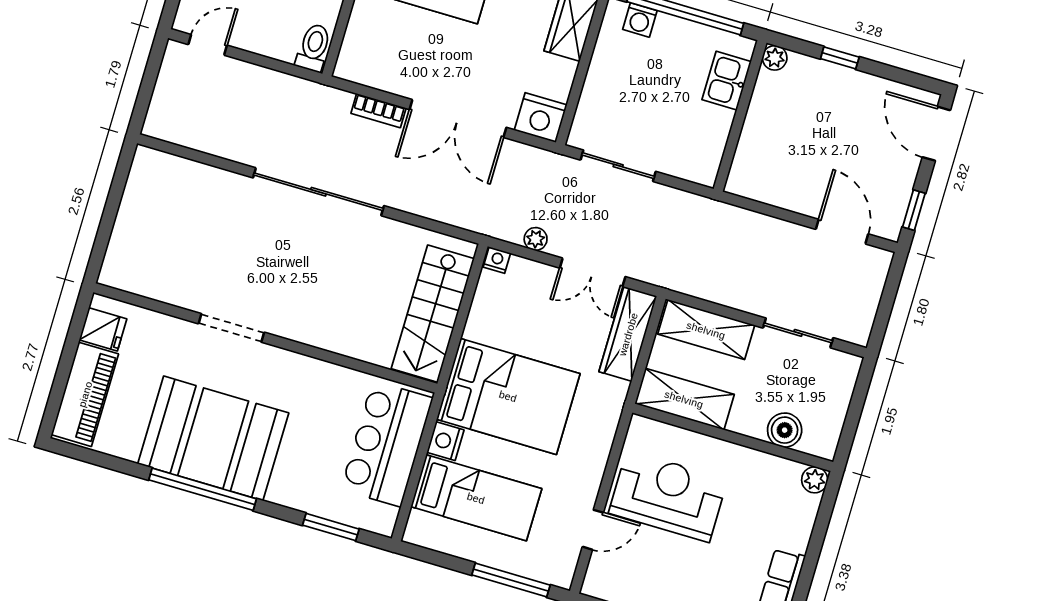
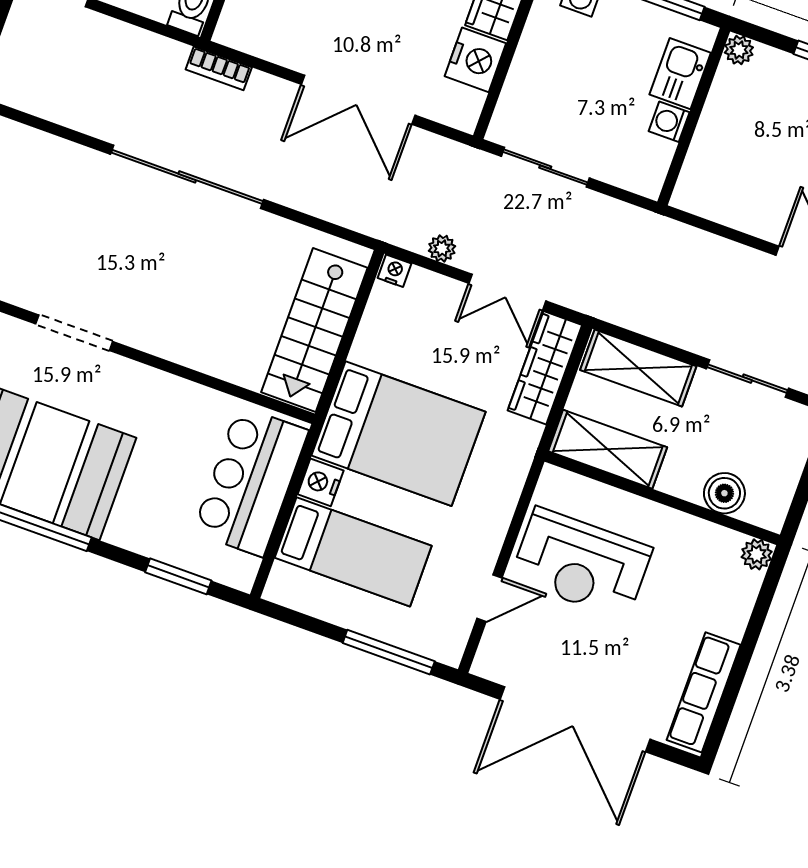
bookcase: (378, 111) -> (219, 68), moved
nightstand: (541, 118) -> (475, 60), moved, turned -90
washing machine: (720, 121) -> (669, 122), added
reception desk: (668, 496) -> (581, 564), turned 180

